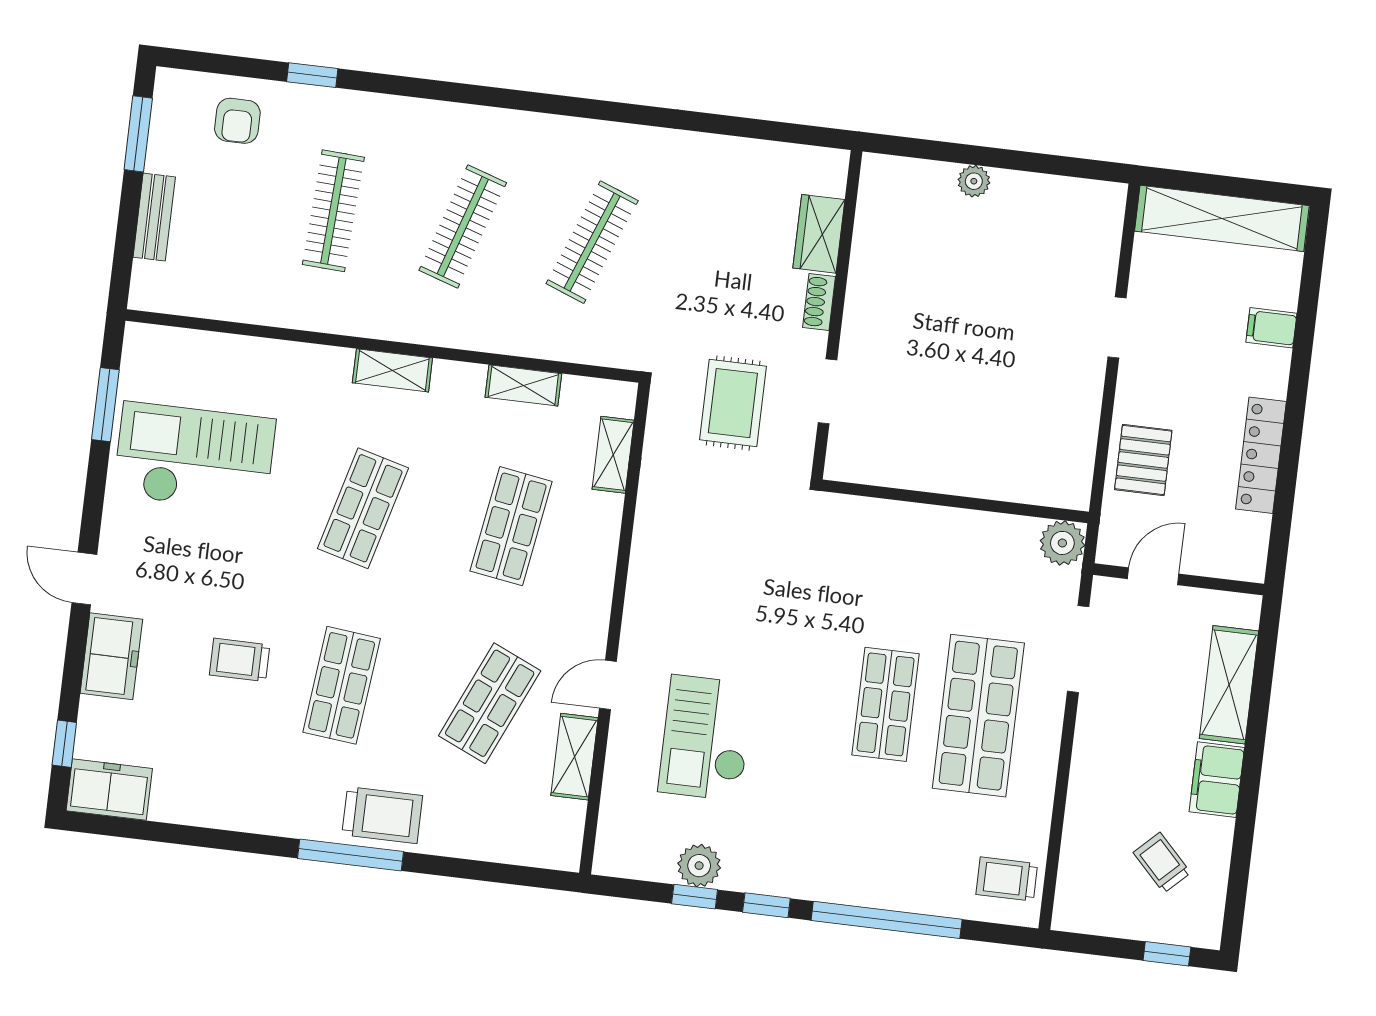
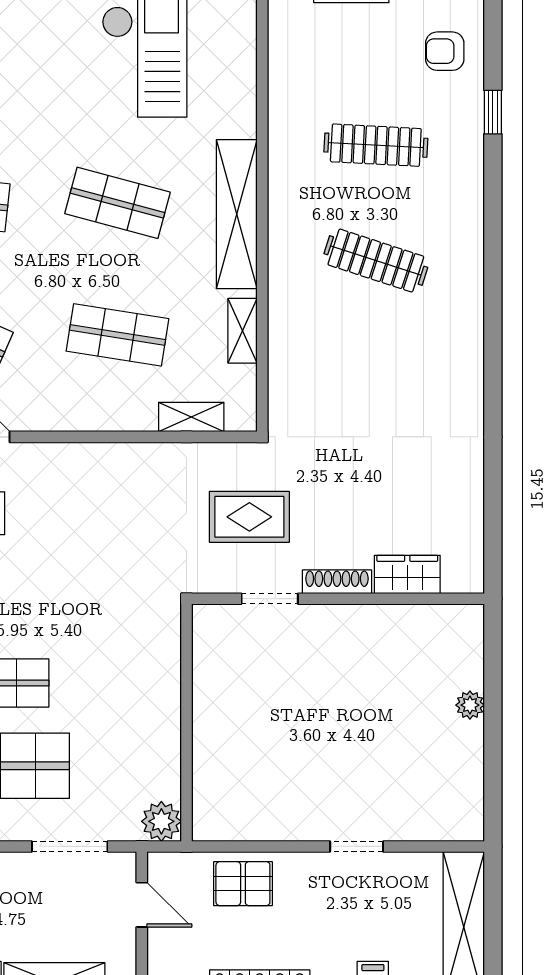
clothes rail: (592, 242) -> (376, 376), removed
shoe rack: (819, 302) -> (337, 582), width x1.43
shelving: (392, 370) -> (237, 214), width x2.20, depth x1.33

